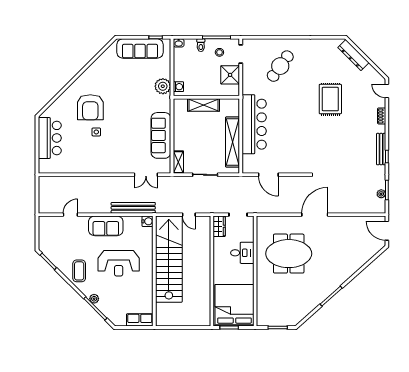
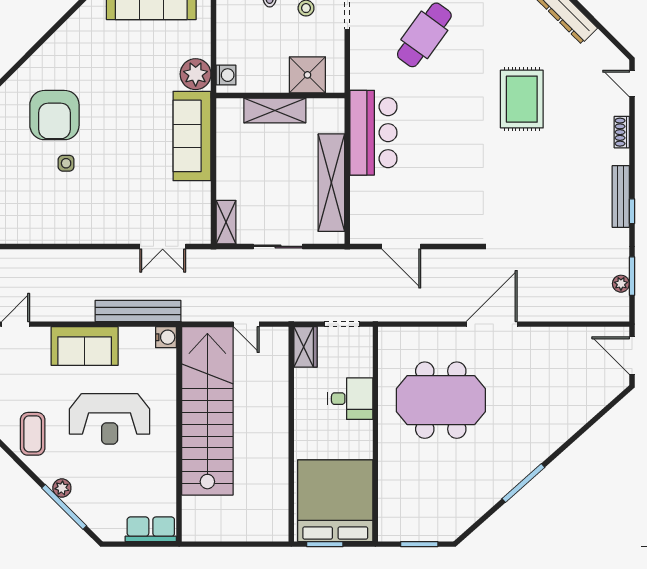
shower: (230, 75) -> (307, 75), moved
bar counter: (254, 124) -> (373, 133), width x0.73
sofa: (161, 135) -> (192, 136), moved

